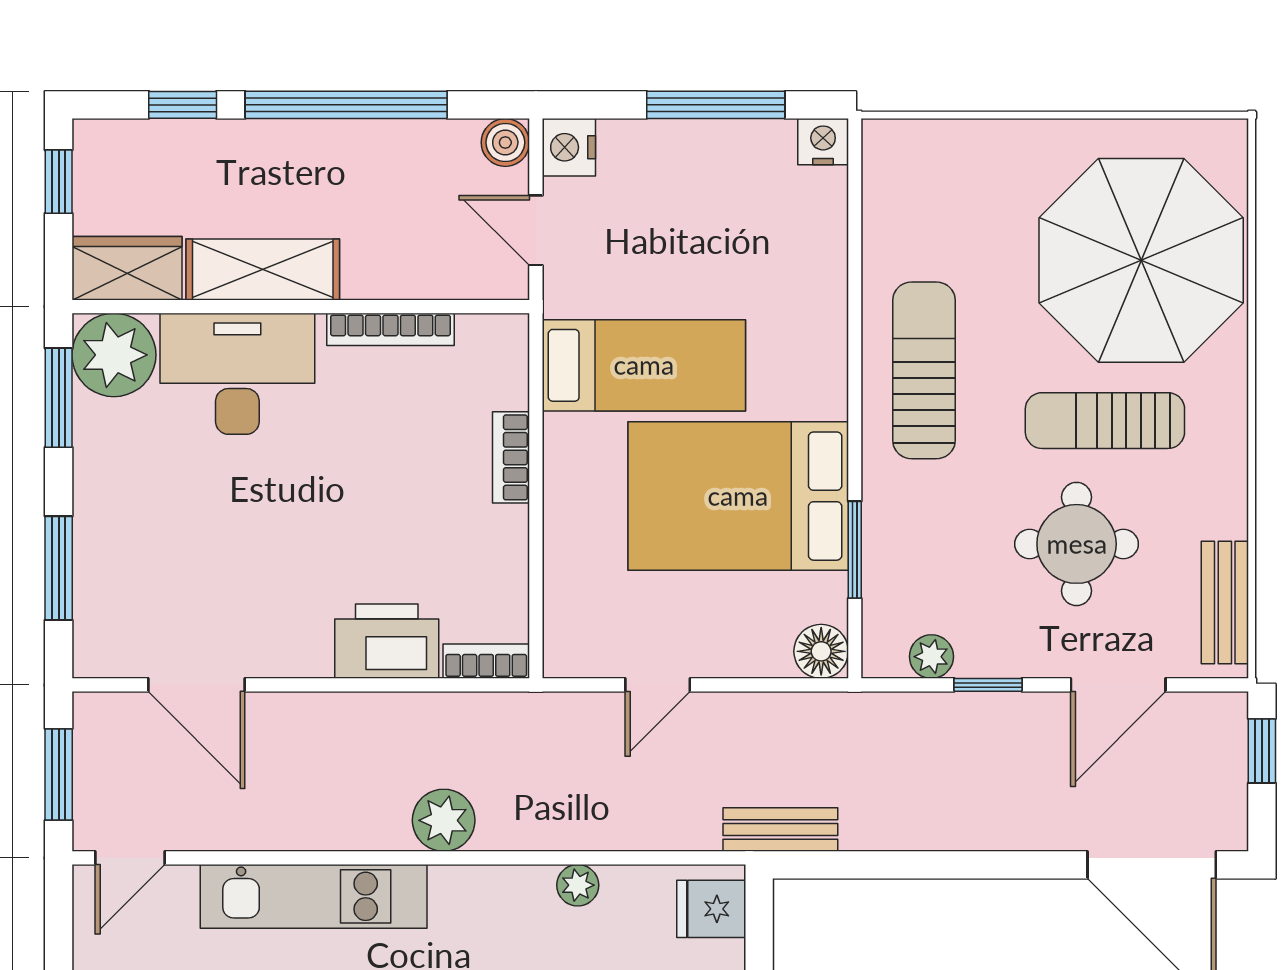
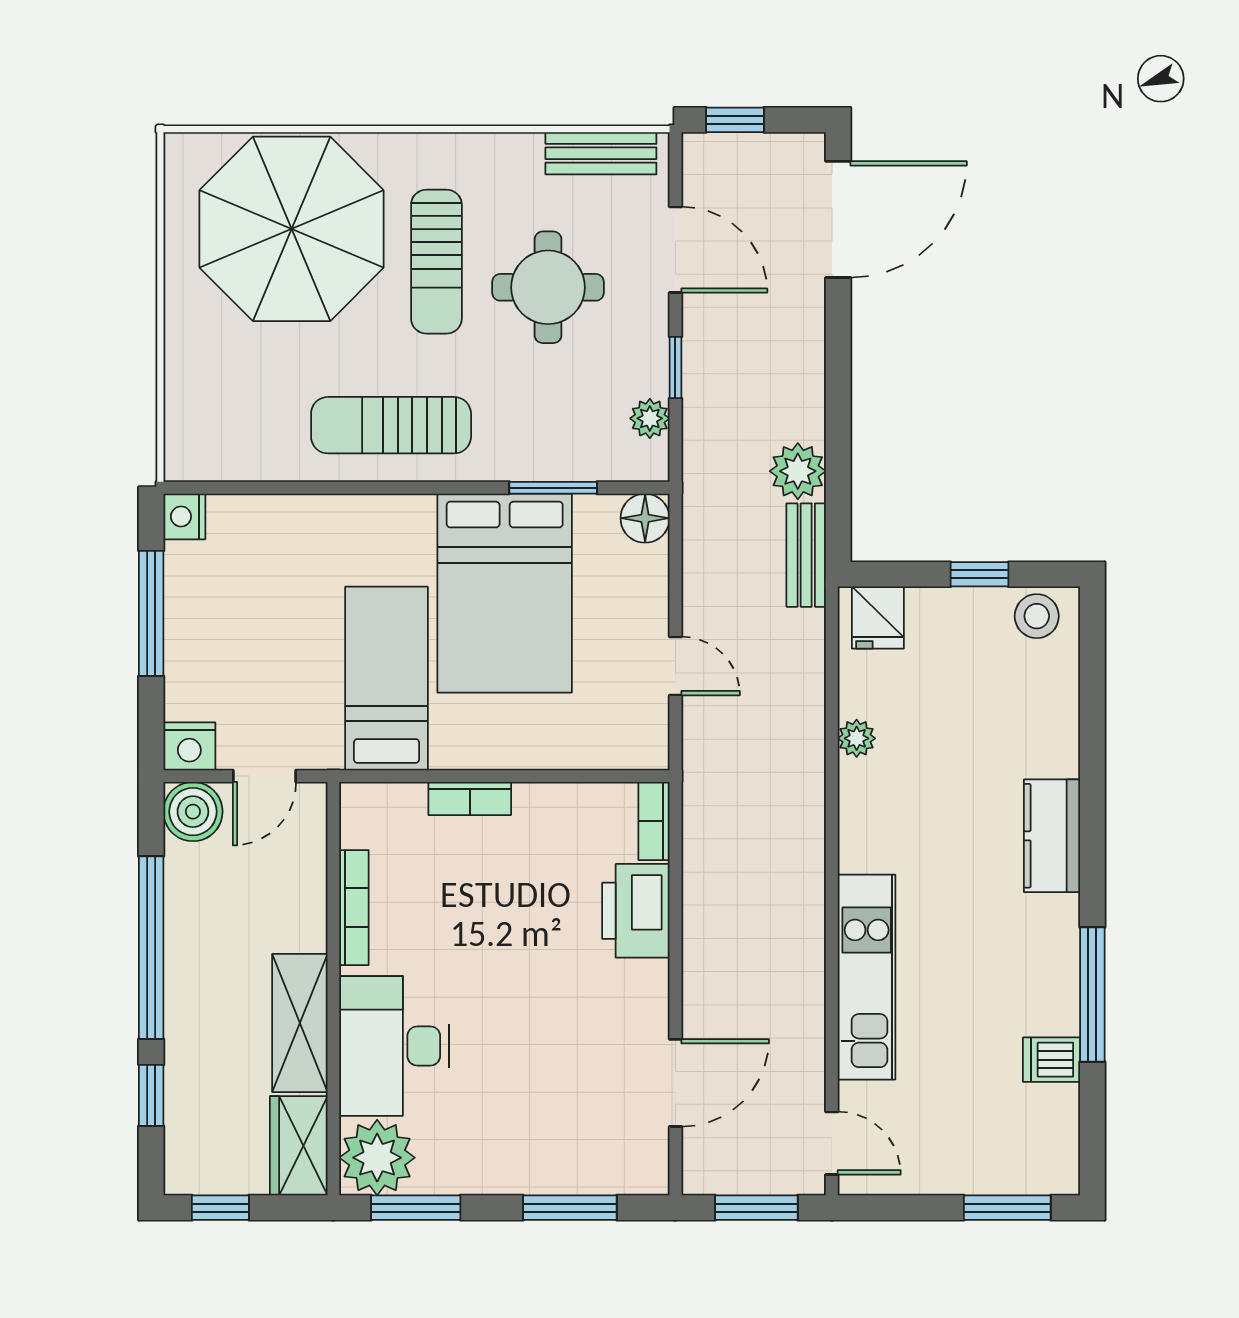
boiler: (505, 142) -> (193, 812), width x1.36, depth x1.36
plant: (444, 820) -> (798, 471), moved

